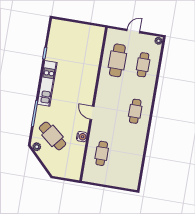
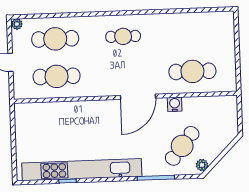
cafe table: (143, 65) -> (55, 39), width x1.37, depth x1.35
kitchen unit: (47, 83) -> (82, 170), width x1.86
door: (92, 113) -> (138, 97), width x1.88
cafe table: (102, 153) -> (192, 71), width x1.37, depth x1.35

